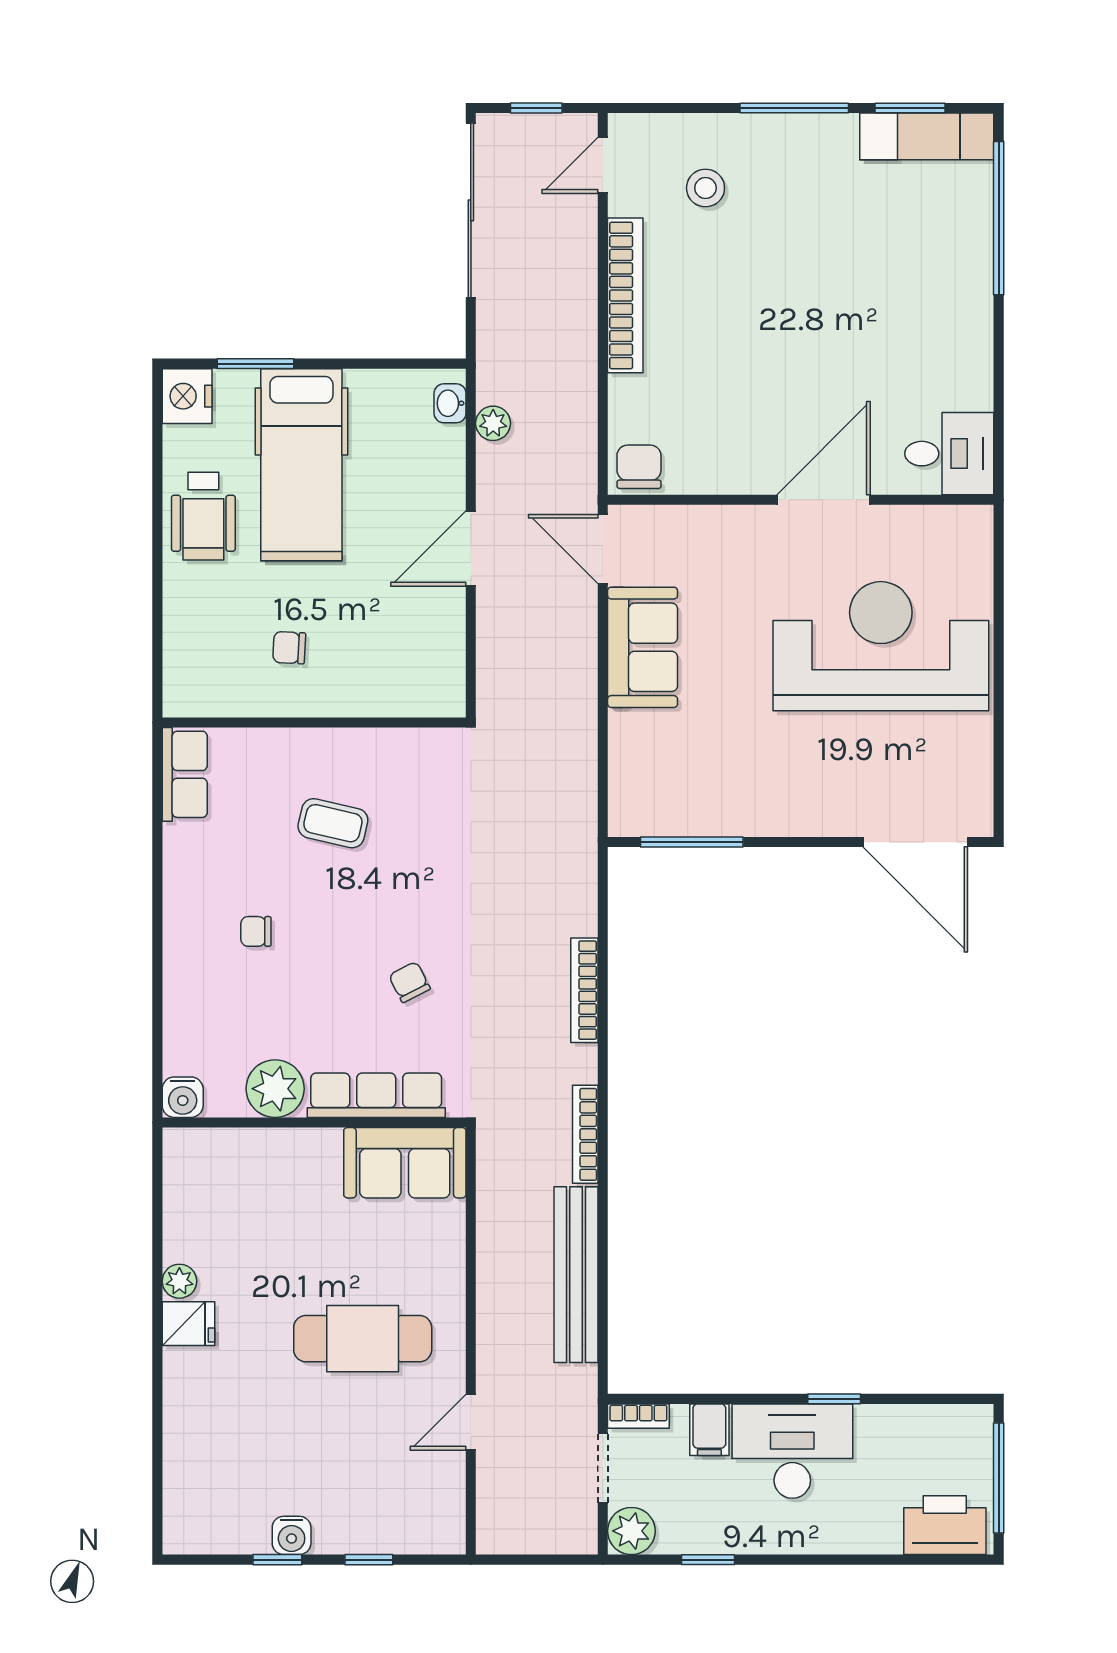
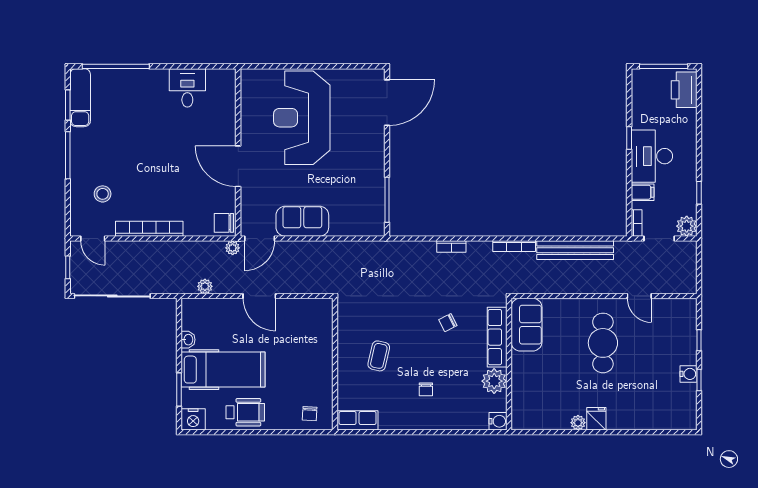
washbasin: (450, 403) -> (188, 340), moved, turned -90
desk: (949, 454) -> (187, 88), moved
plant: (582, 487) -> (233, 248), added
door: (824, 500) -> (238, 166), moved
chair: (289, 648) -> (310, 414), moved
bookcase: (584, 990) -> (451, 247), width x0.64

